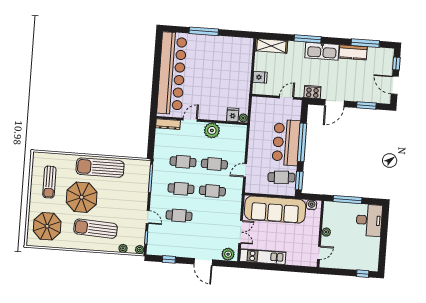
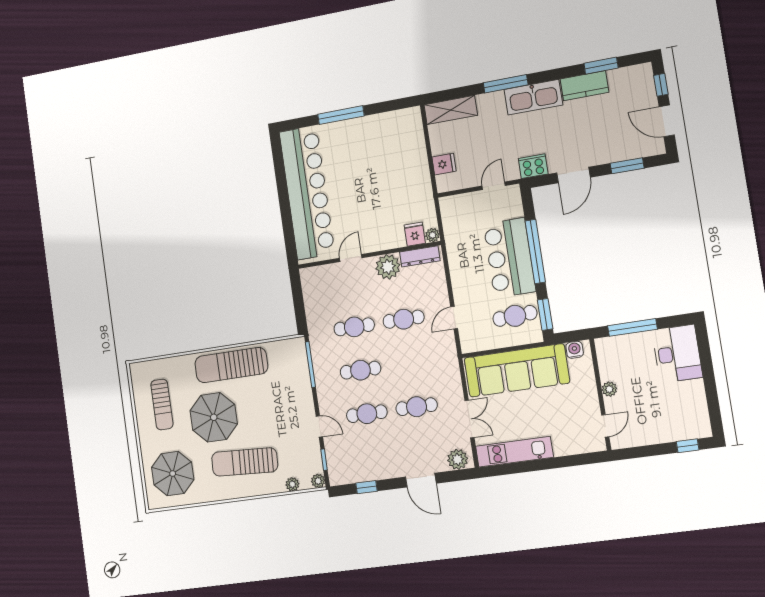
window: (365, 43) -> (601, 66), width x0.69
dresser: (168, 124) -> (420, 256), moved
cafe table: (212, 191) -> (417, 407), moved

